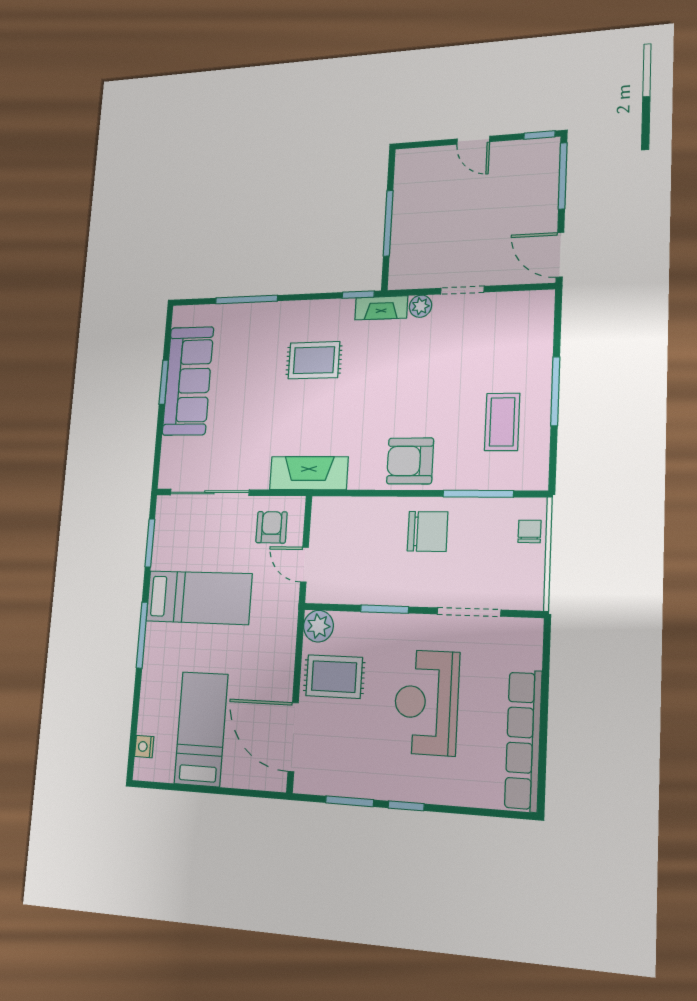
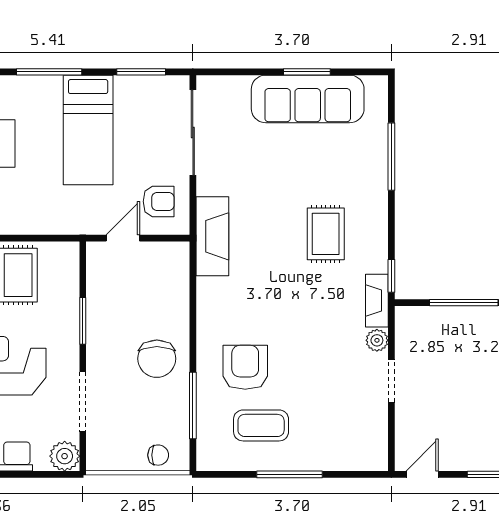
door: (560, 255) -> (422, 474), width x0.73
armchair: (410, 461) -> (245, 367), moved
plant: (318, 626) -> (65, 456), moved

